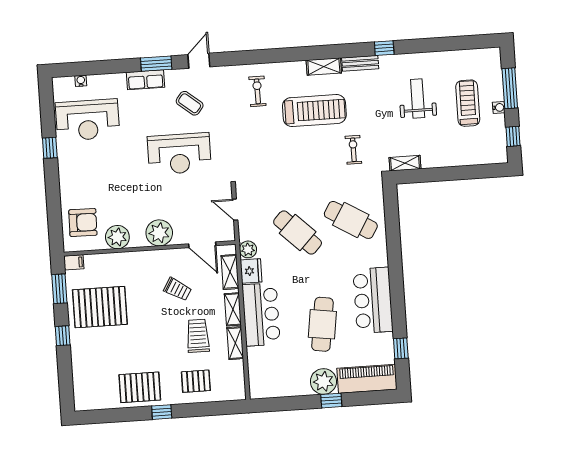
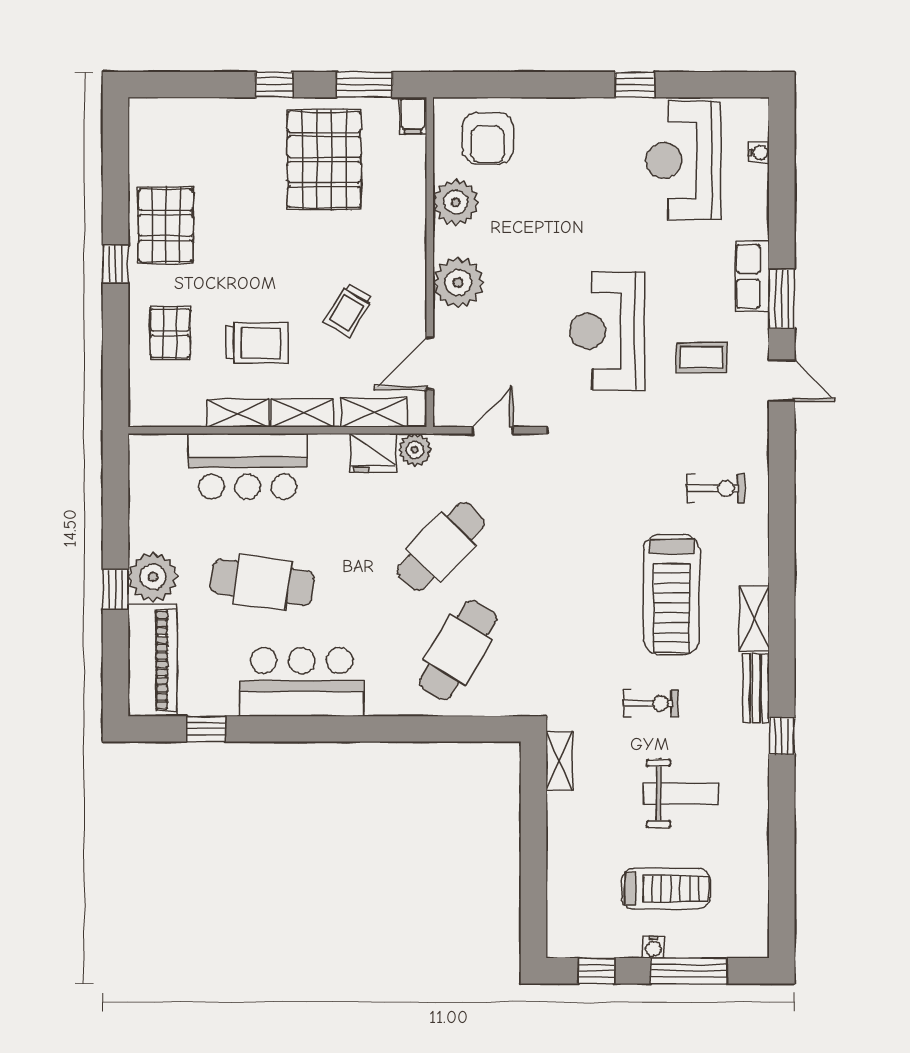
coffee table: (190, 103) -> (702, 357), turned 51
exercise bike: (353, 150) -> (651, 703), moved
bar counter: (261, 314) -> (248, 466), moved

